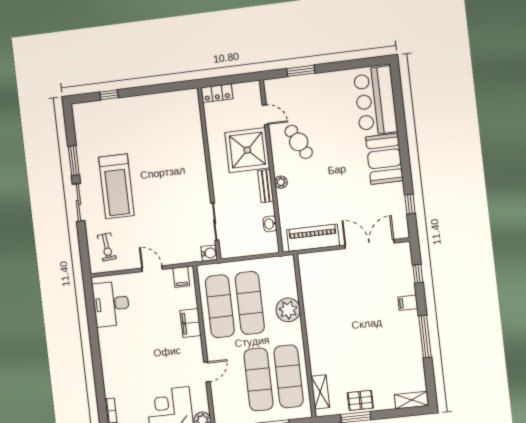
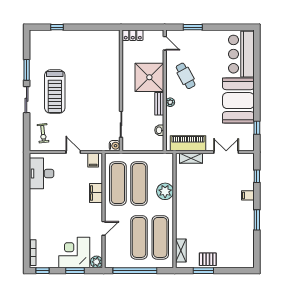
door: (265, 115) -> (165, 43), moved
booth: (384, 159) -> (238, 101), width x1.36, depth x1.42
double door: (369, 244) -> (226, 152), width x0.73
window: (425, 337) -> (257, 220), width x0.69
shelving: (412, 400) -> (191, 158), moved

